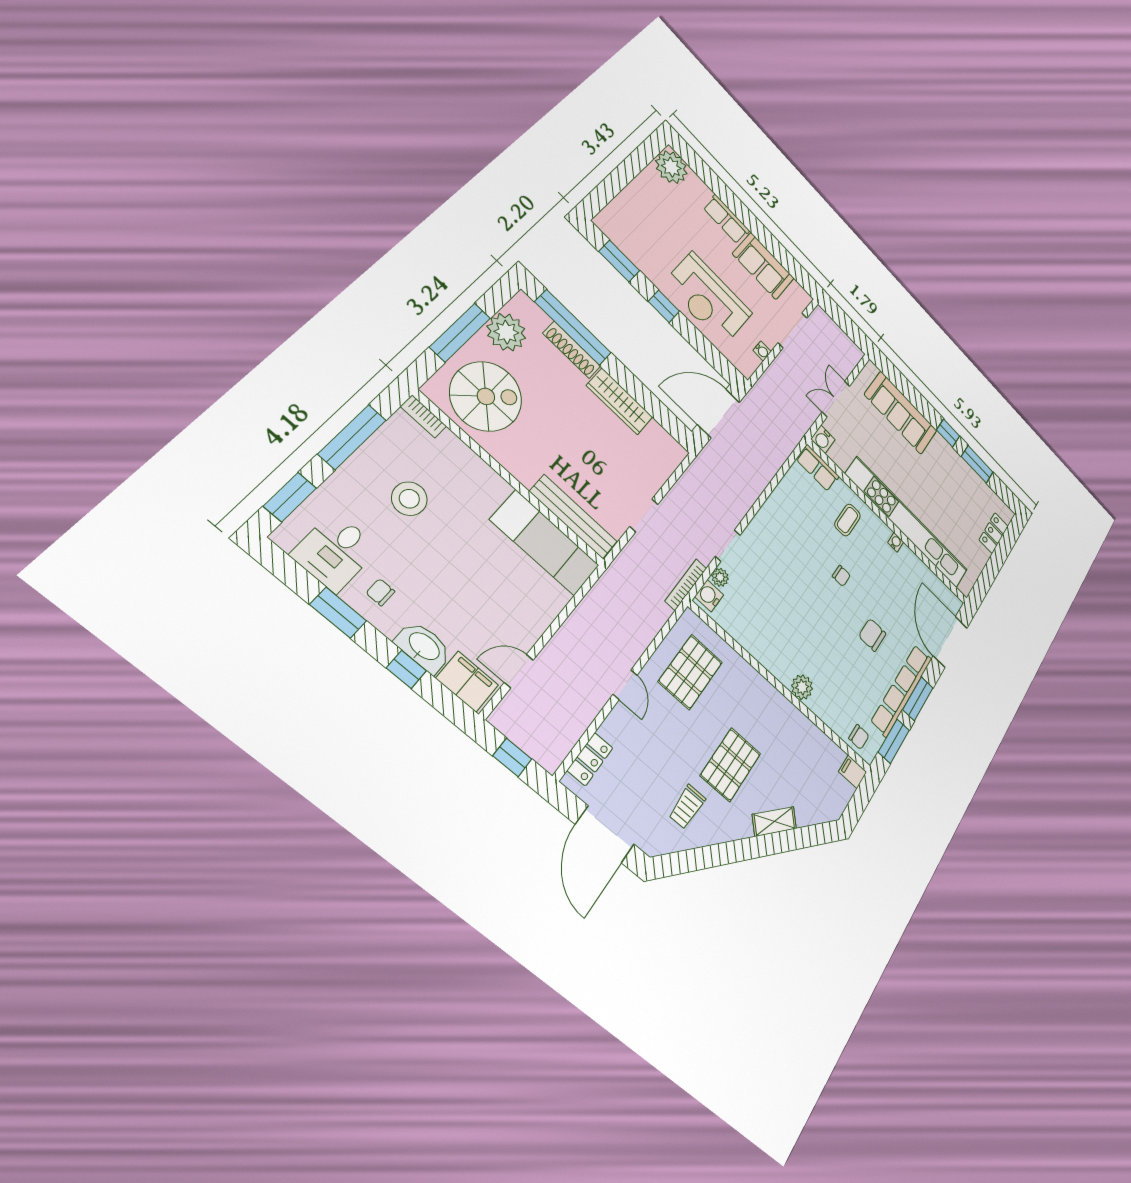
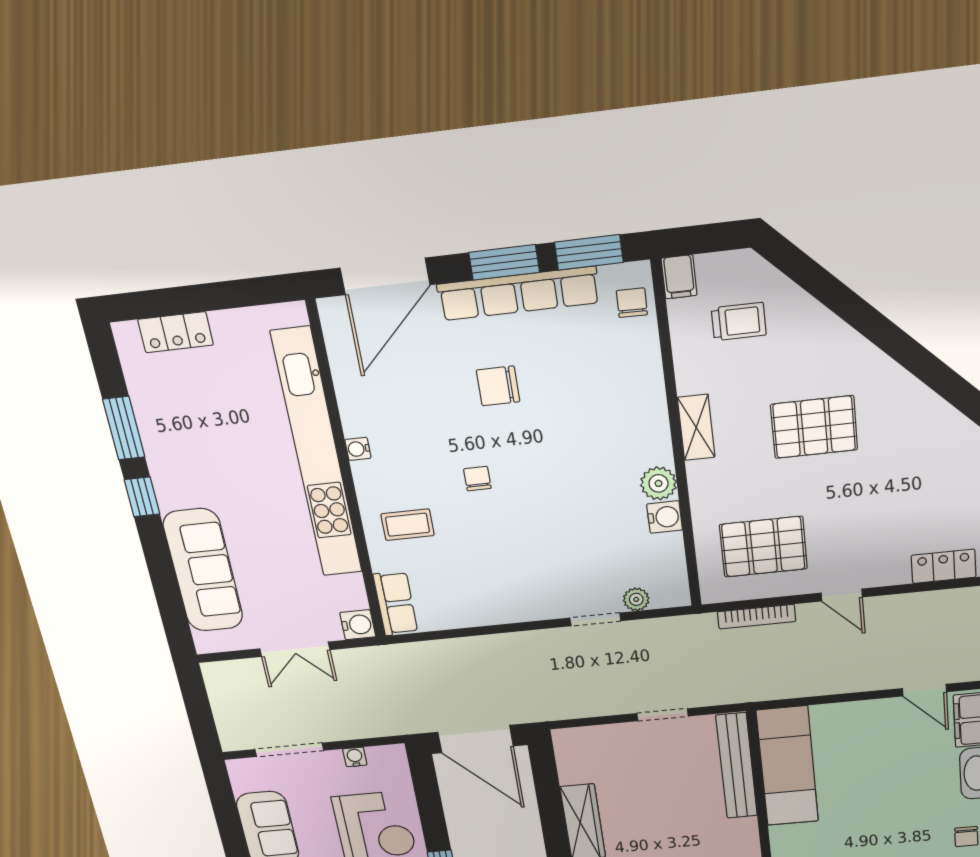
bookcase: (686, 585) -> (757, 617), moved
water cooler: (709, 596) -> (665, 517), moved, turned -90
chair: (872, 635) -> (498, 386), turned 90
door: (625, 685) -> (842, 595), swing flipped
plant: (802, 687) -> (659, 483), moved
trolley: (687, 807) -> (739, 322), moved
shelving: (774, 822) -> (696, 427), moved, turned 45

